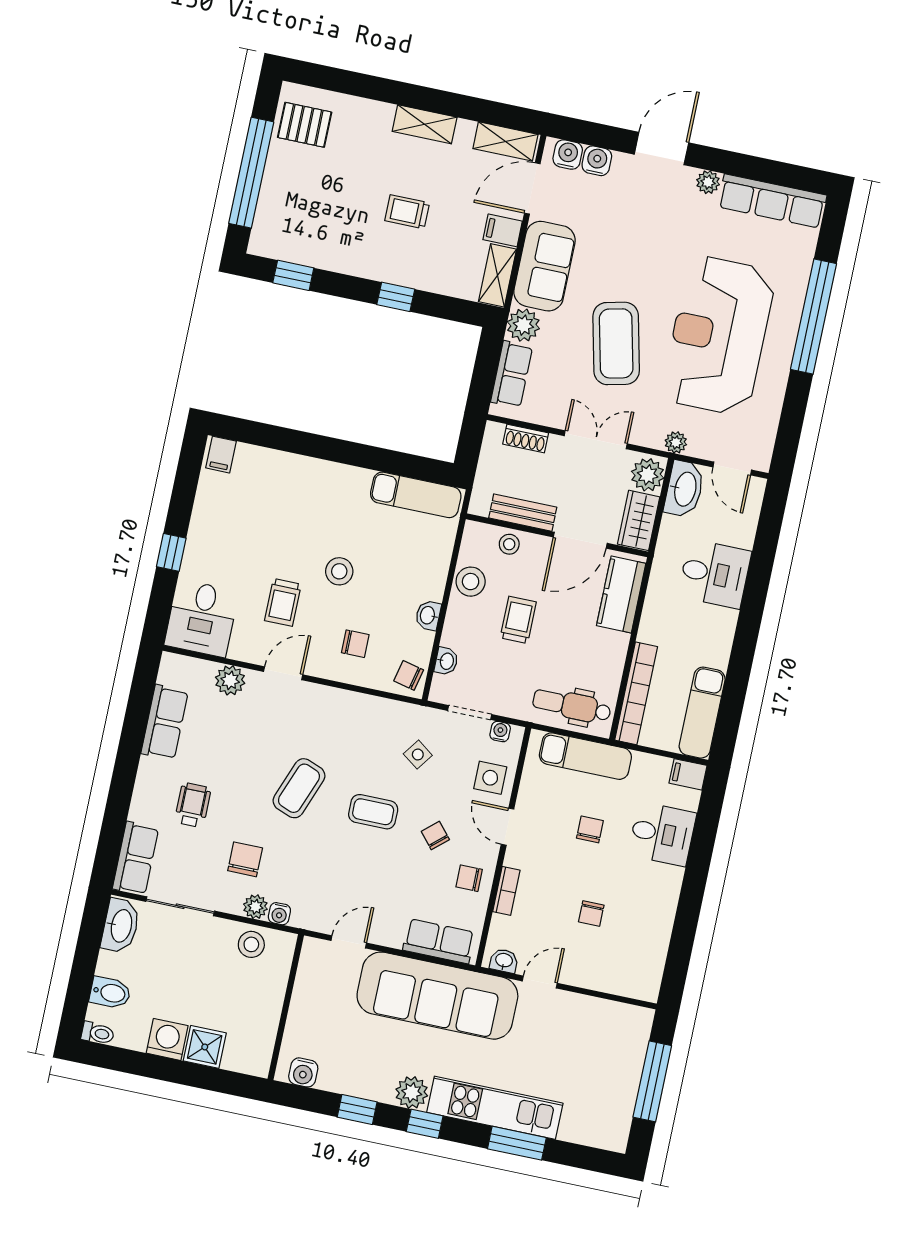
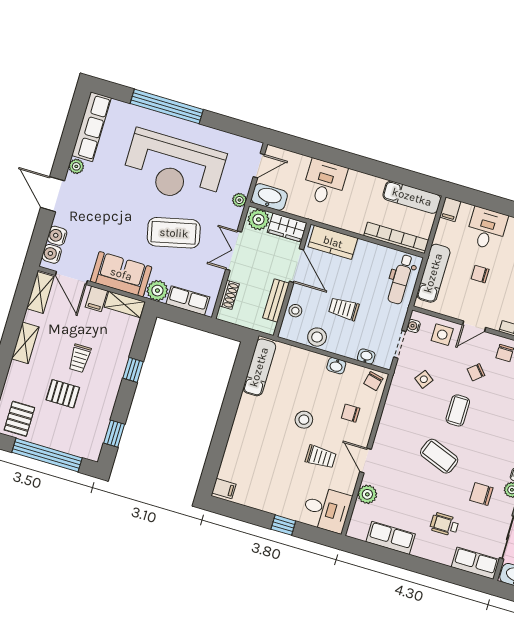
pallet: (350, 190) -> (63, 394), added
chair: (355, 644) -> (351, 413), turned -90

